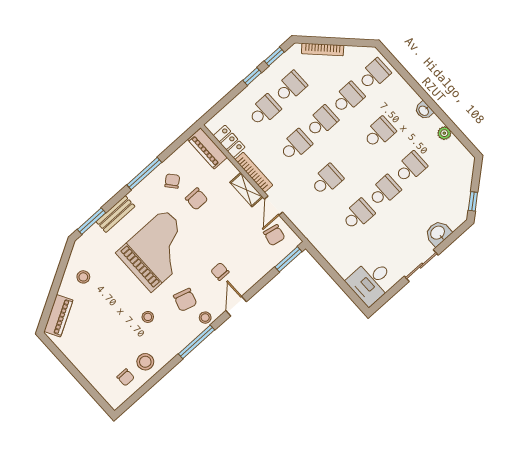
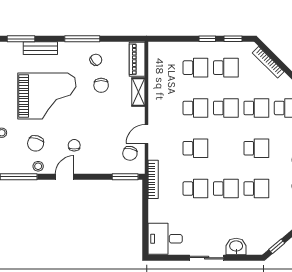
locker: (229, 141) -> (155, 67), removed
bookcase: (254, 172) -> (153, 179), moved
shelving: (246, 190) -> (138, 92), moved

